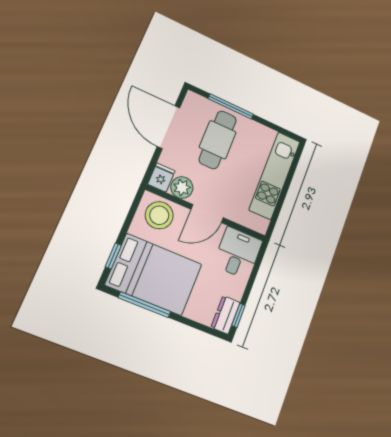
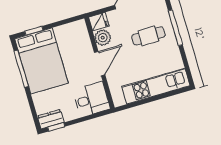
cafe table: (218, 140) -> (148, 36), width x0.73, depth x0.74
door: (207, 213) -> (100, 64), swing flipped
stool: (159, 215) -> (76, 38), removed

